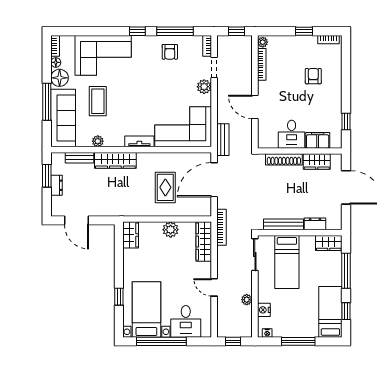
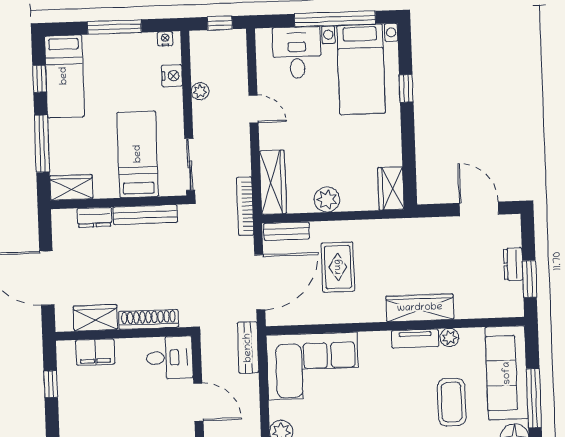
desk: (292, 134) -> (170, 358), moved, turned 90
tv unit: (139, 141) -> (415, 339), moved
bench: (79, 158) -> (287, 231), moved

